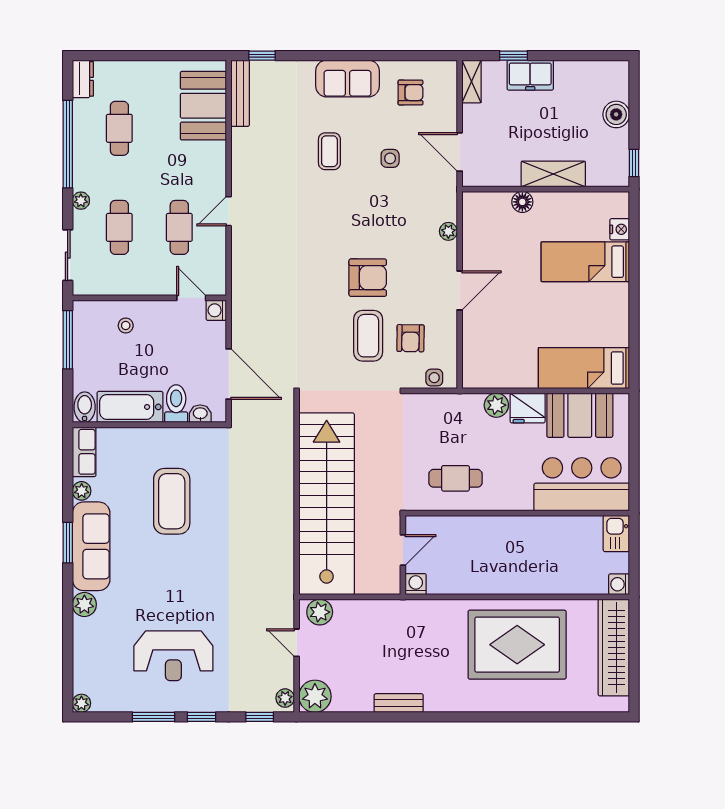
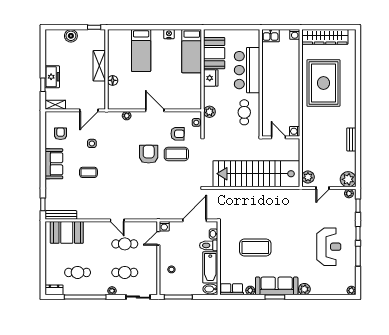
nightstand: (620, 229) -> (169, 34), moved
plant: (496, 405) -> (209, 112), moved
bar counter: (582, 484) -> (247, 70), moved

